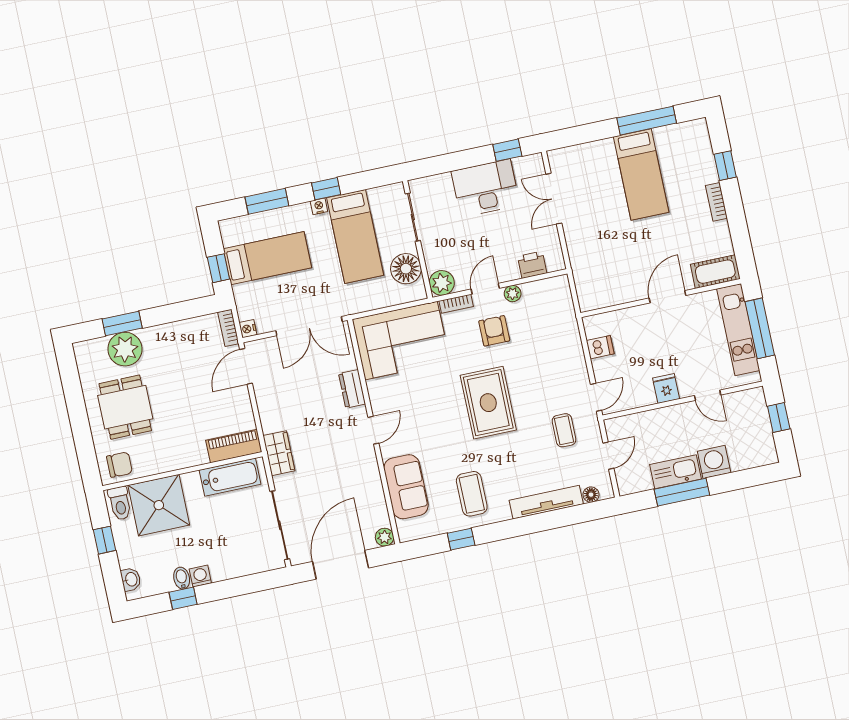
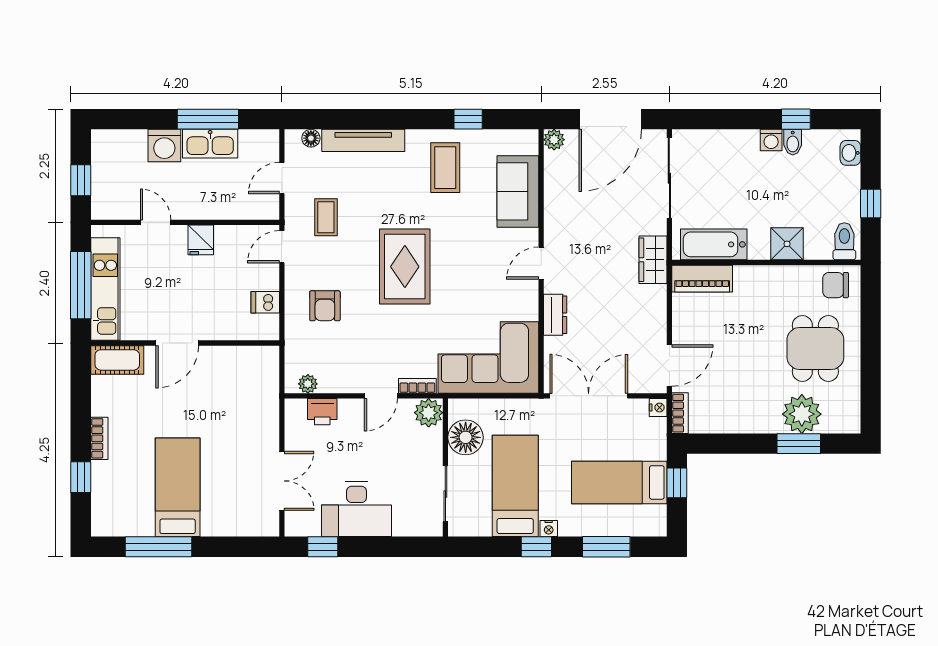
plant: (513, 294) -> (308, 384), moved
armchair: (494, 331) -> (325, 306), moved
shower: (159, 505) -> (787, 244), width x0.54, depth x0.54

